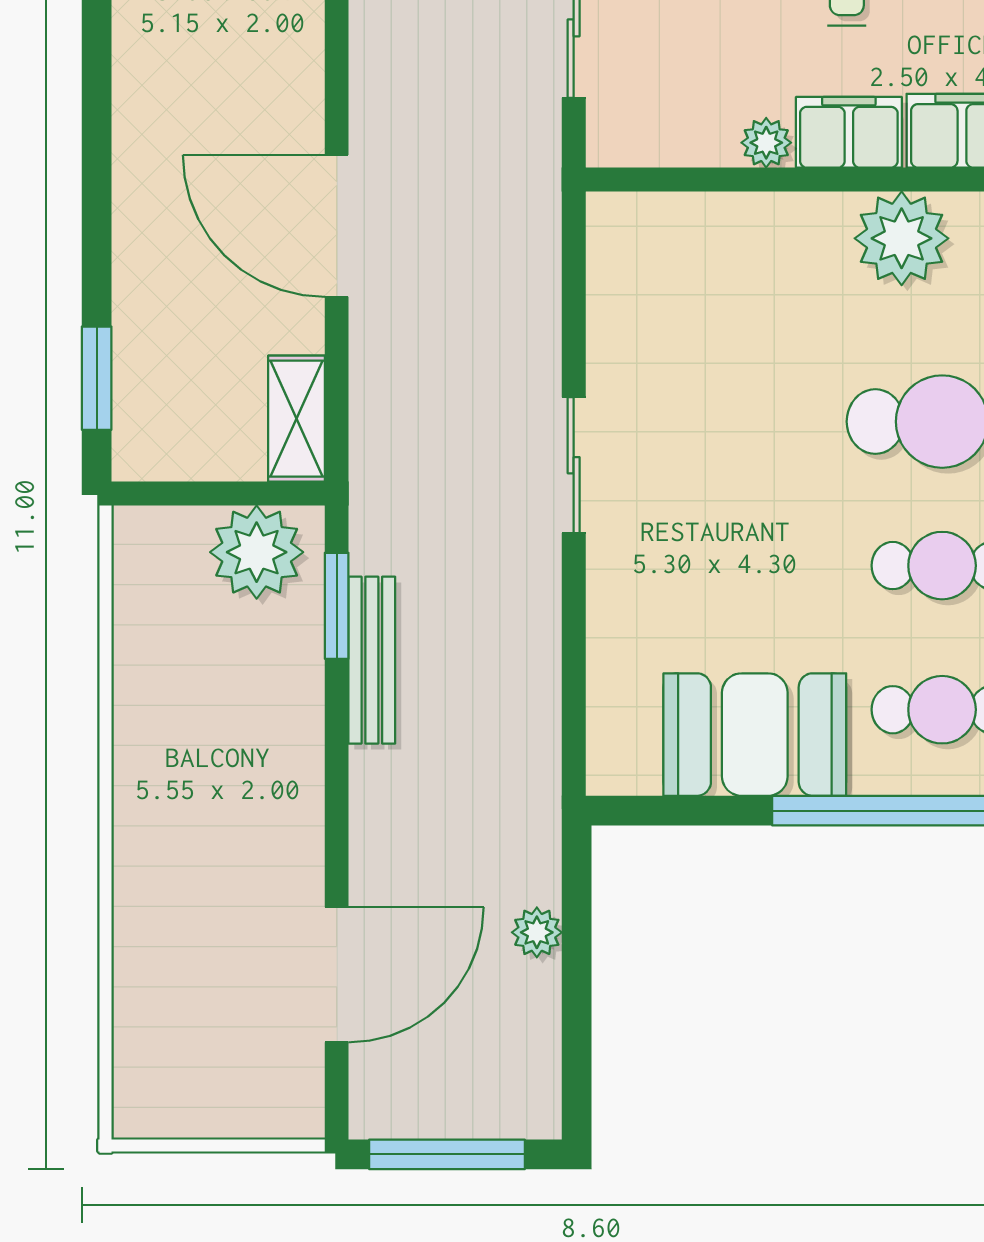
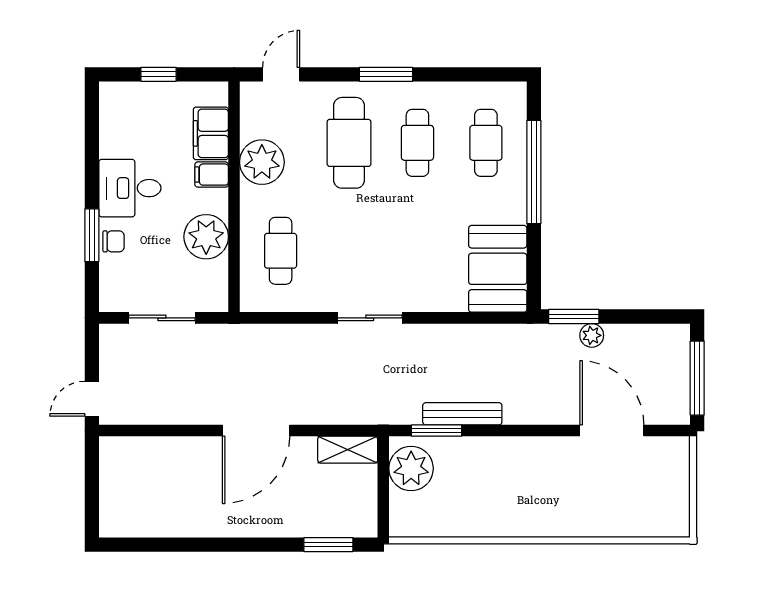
filing cabinet: (849, 132) -> (212, 175), width x0.50
plant: (766, 143) -> (206, 237), width x1.87, depth x1.87
cafe table: (715, 277) -> (281, 251), added
booth: (755, 735) -> (498, 269), moved
window: (577, 894) -> (574, 316), added

